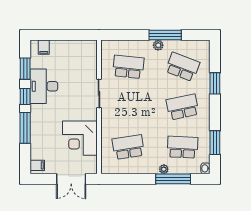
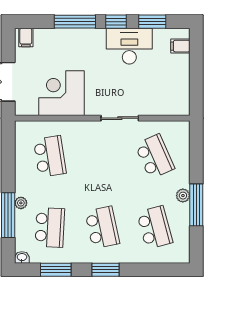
school desk: (128, 67) -> (155, 156), turned -30
school desk: (183, 67) -> (155, 227), turned -36
window: (215, 83) -> (106, 270), moved

